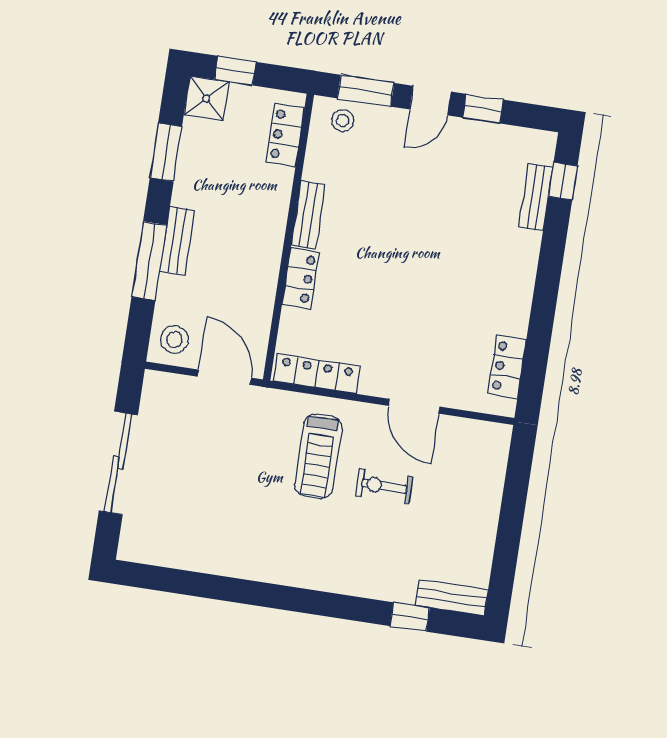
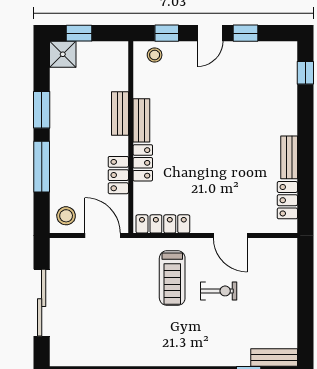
window: (366, 91) -> (167, 33), width x0.67
locker: (285, 135) -> (118, 175), moved
window: (166, 152) -> (42, 110), moved
bench: (536, 197) -> (289, 157), moved
bench: (177, 241) -> (120, 114), moved
exercise bike: (384, 486) -> (219, 291), turned 180

